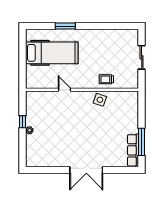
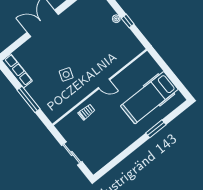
door: (65, 90) -> (104, 84), moved
side table: (100, 100) -> (66, 74), moved
window: (142, 142) -> (28, 99), moved

